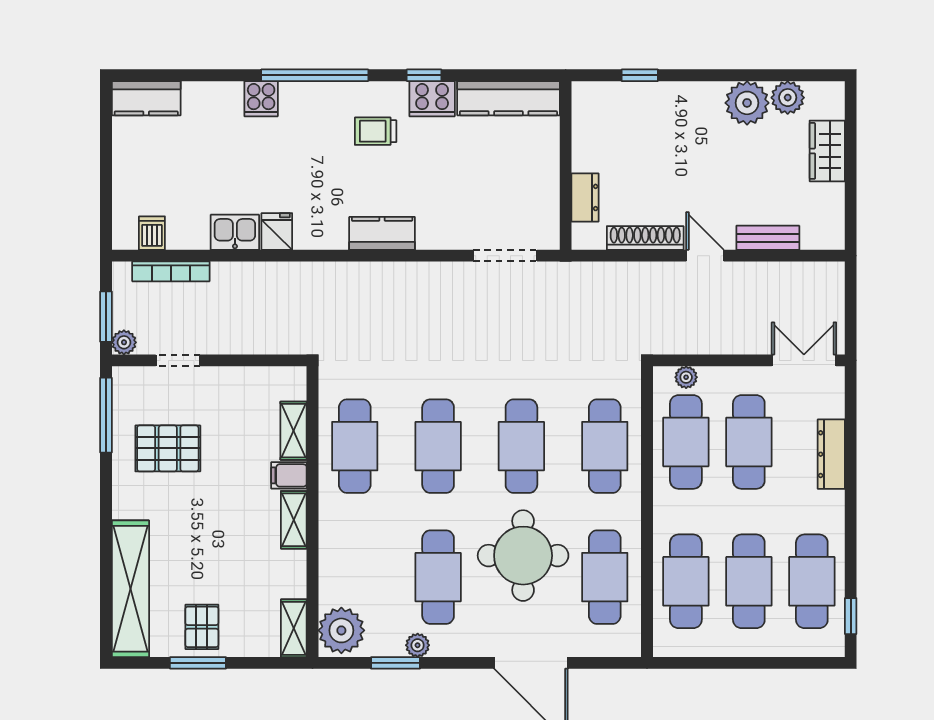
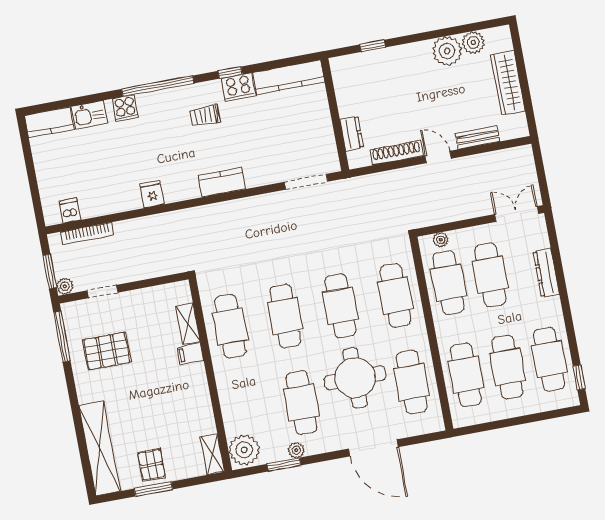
wardrobe: (827, 151) -> (508, 83), width x1.50
kitchen sink: (235, 232) -> (90, 115), moved, turned 180
shelving: (294, 520) -> (199, 383), removed

